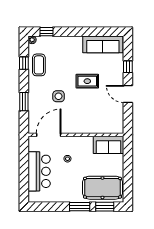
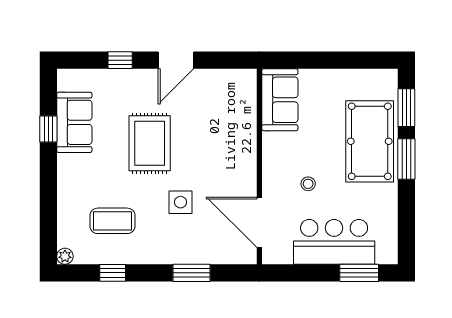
window: (47, 32) -> (48, 129), moved
sofa: (103, 44) -> (74, 122), width x0.73
coffee table: (39, 65) -> (112, 221), moved
rug: (87, 81) -> (150, 143), width x1.36, depth x1.43
window: (24, 184) -> (359, 273), added
pool table: (102, 188) -> (370, 141), moved

